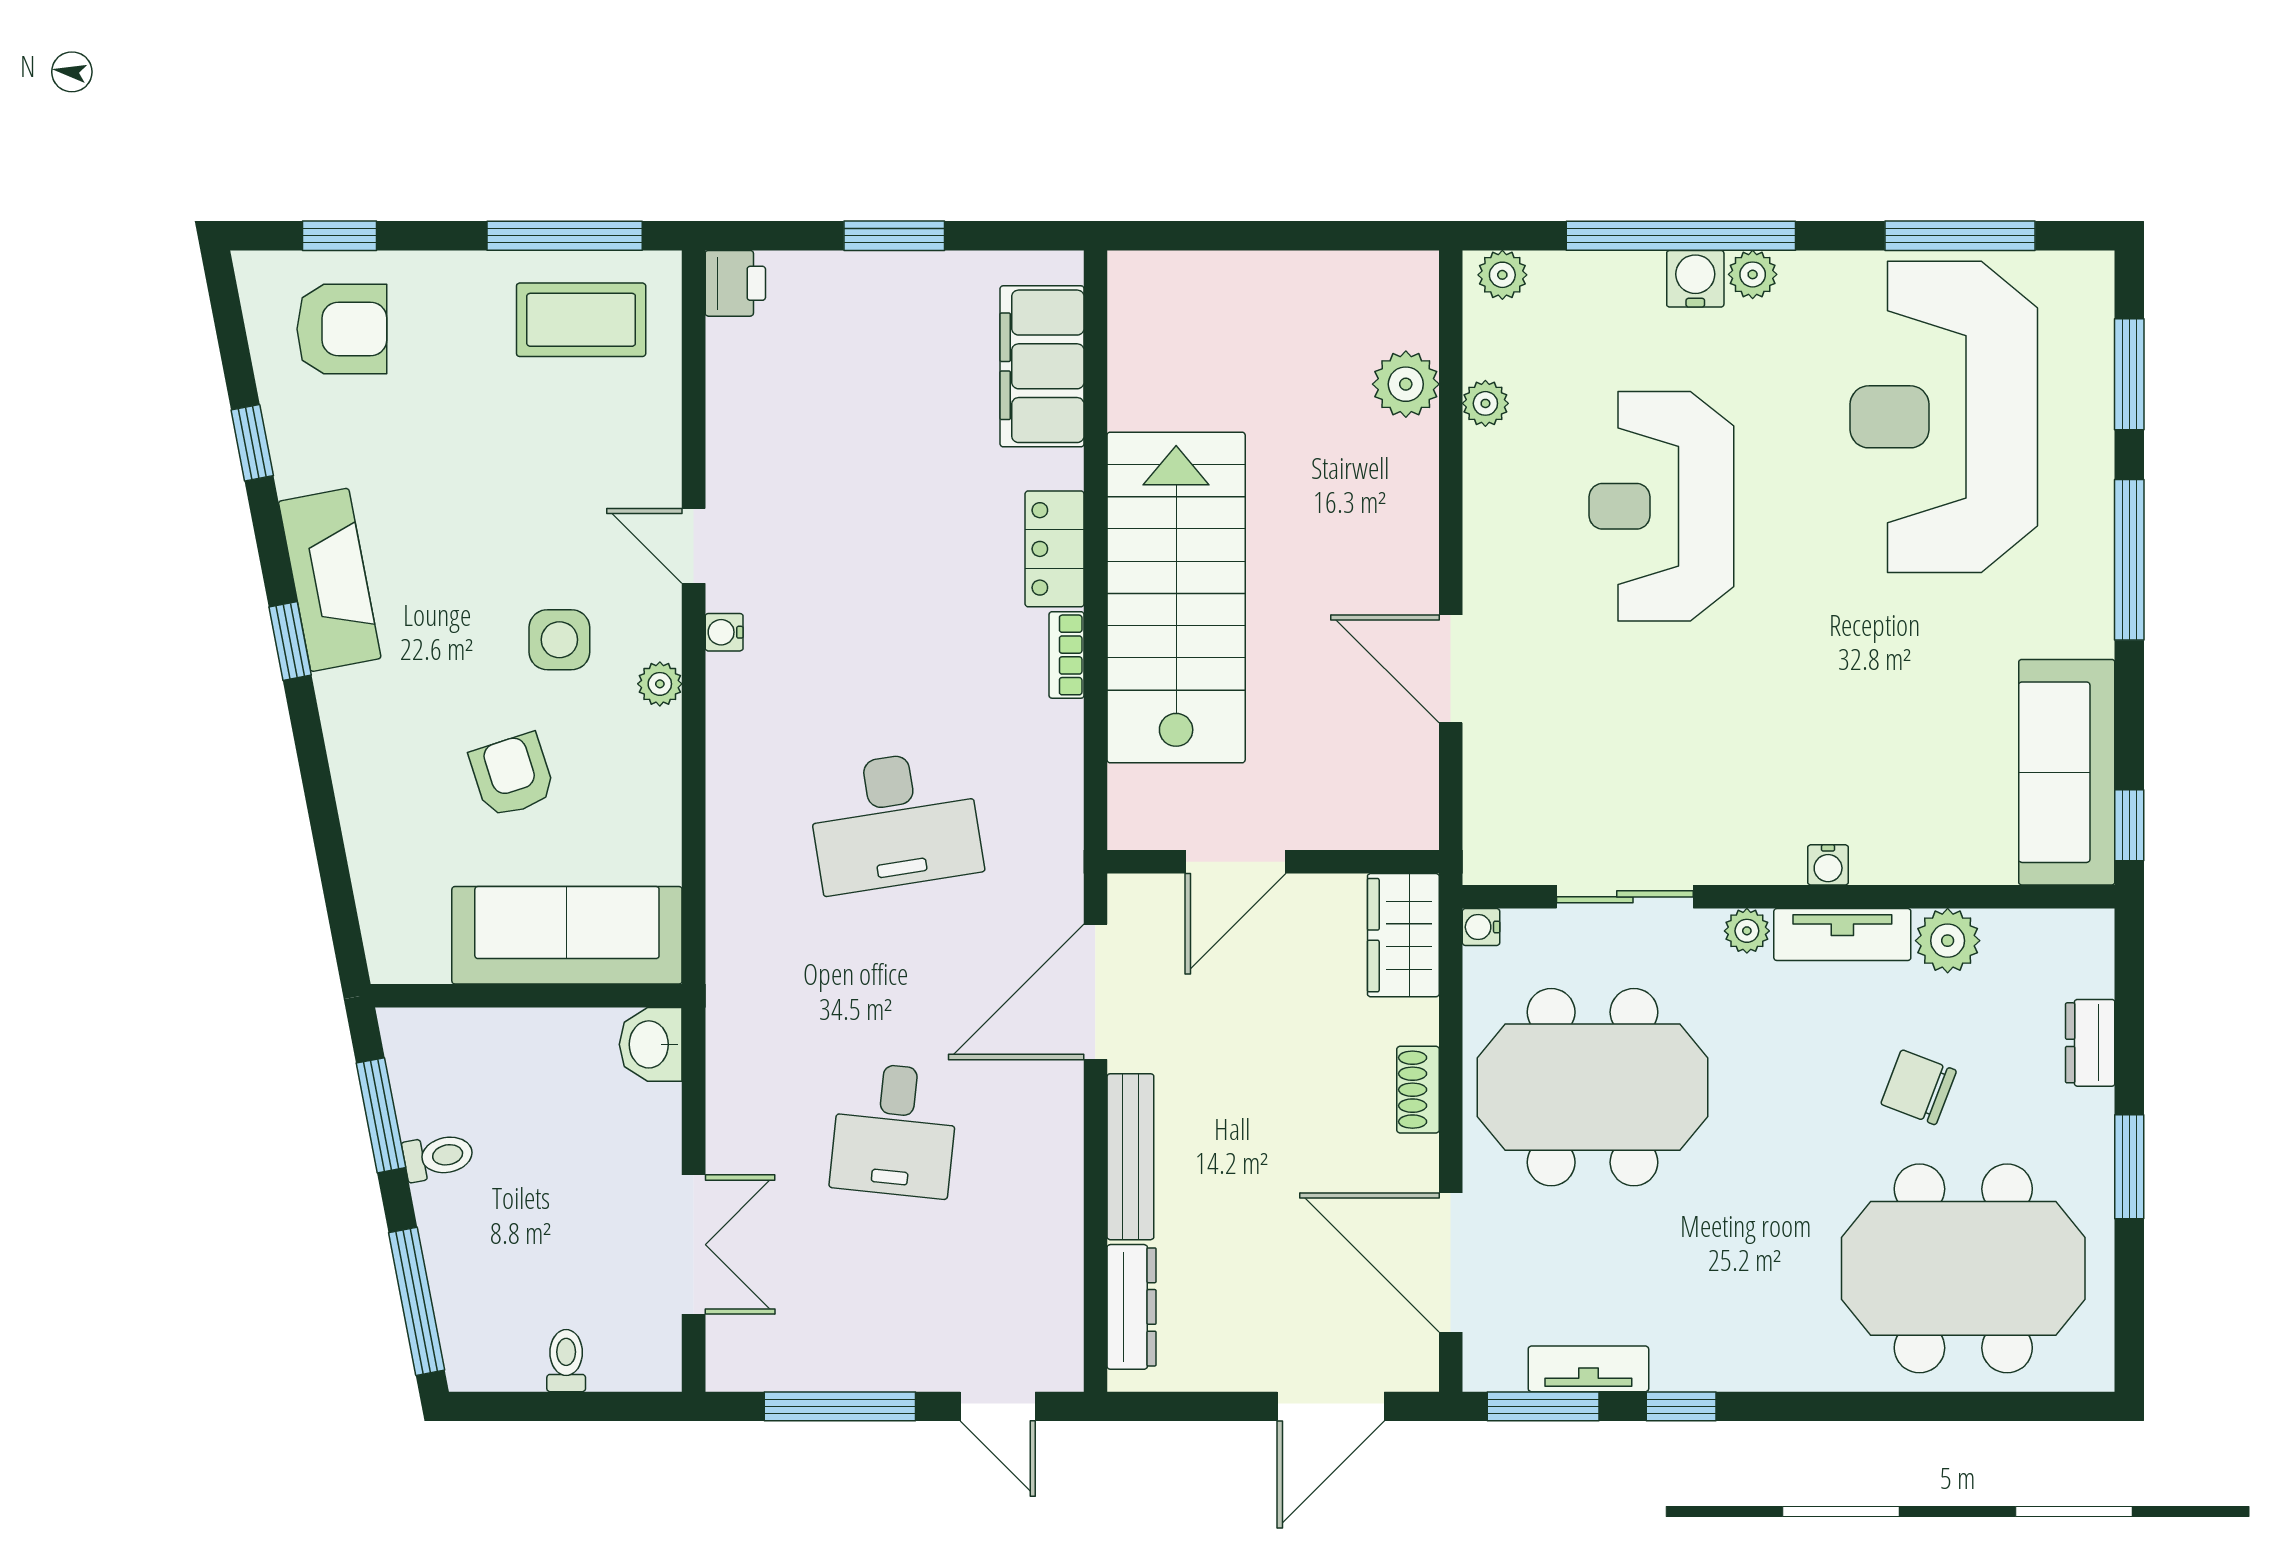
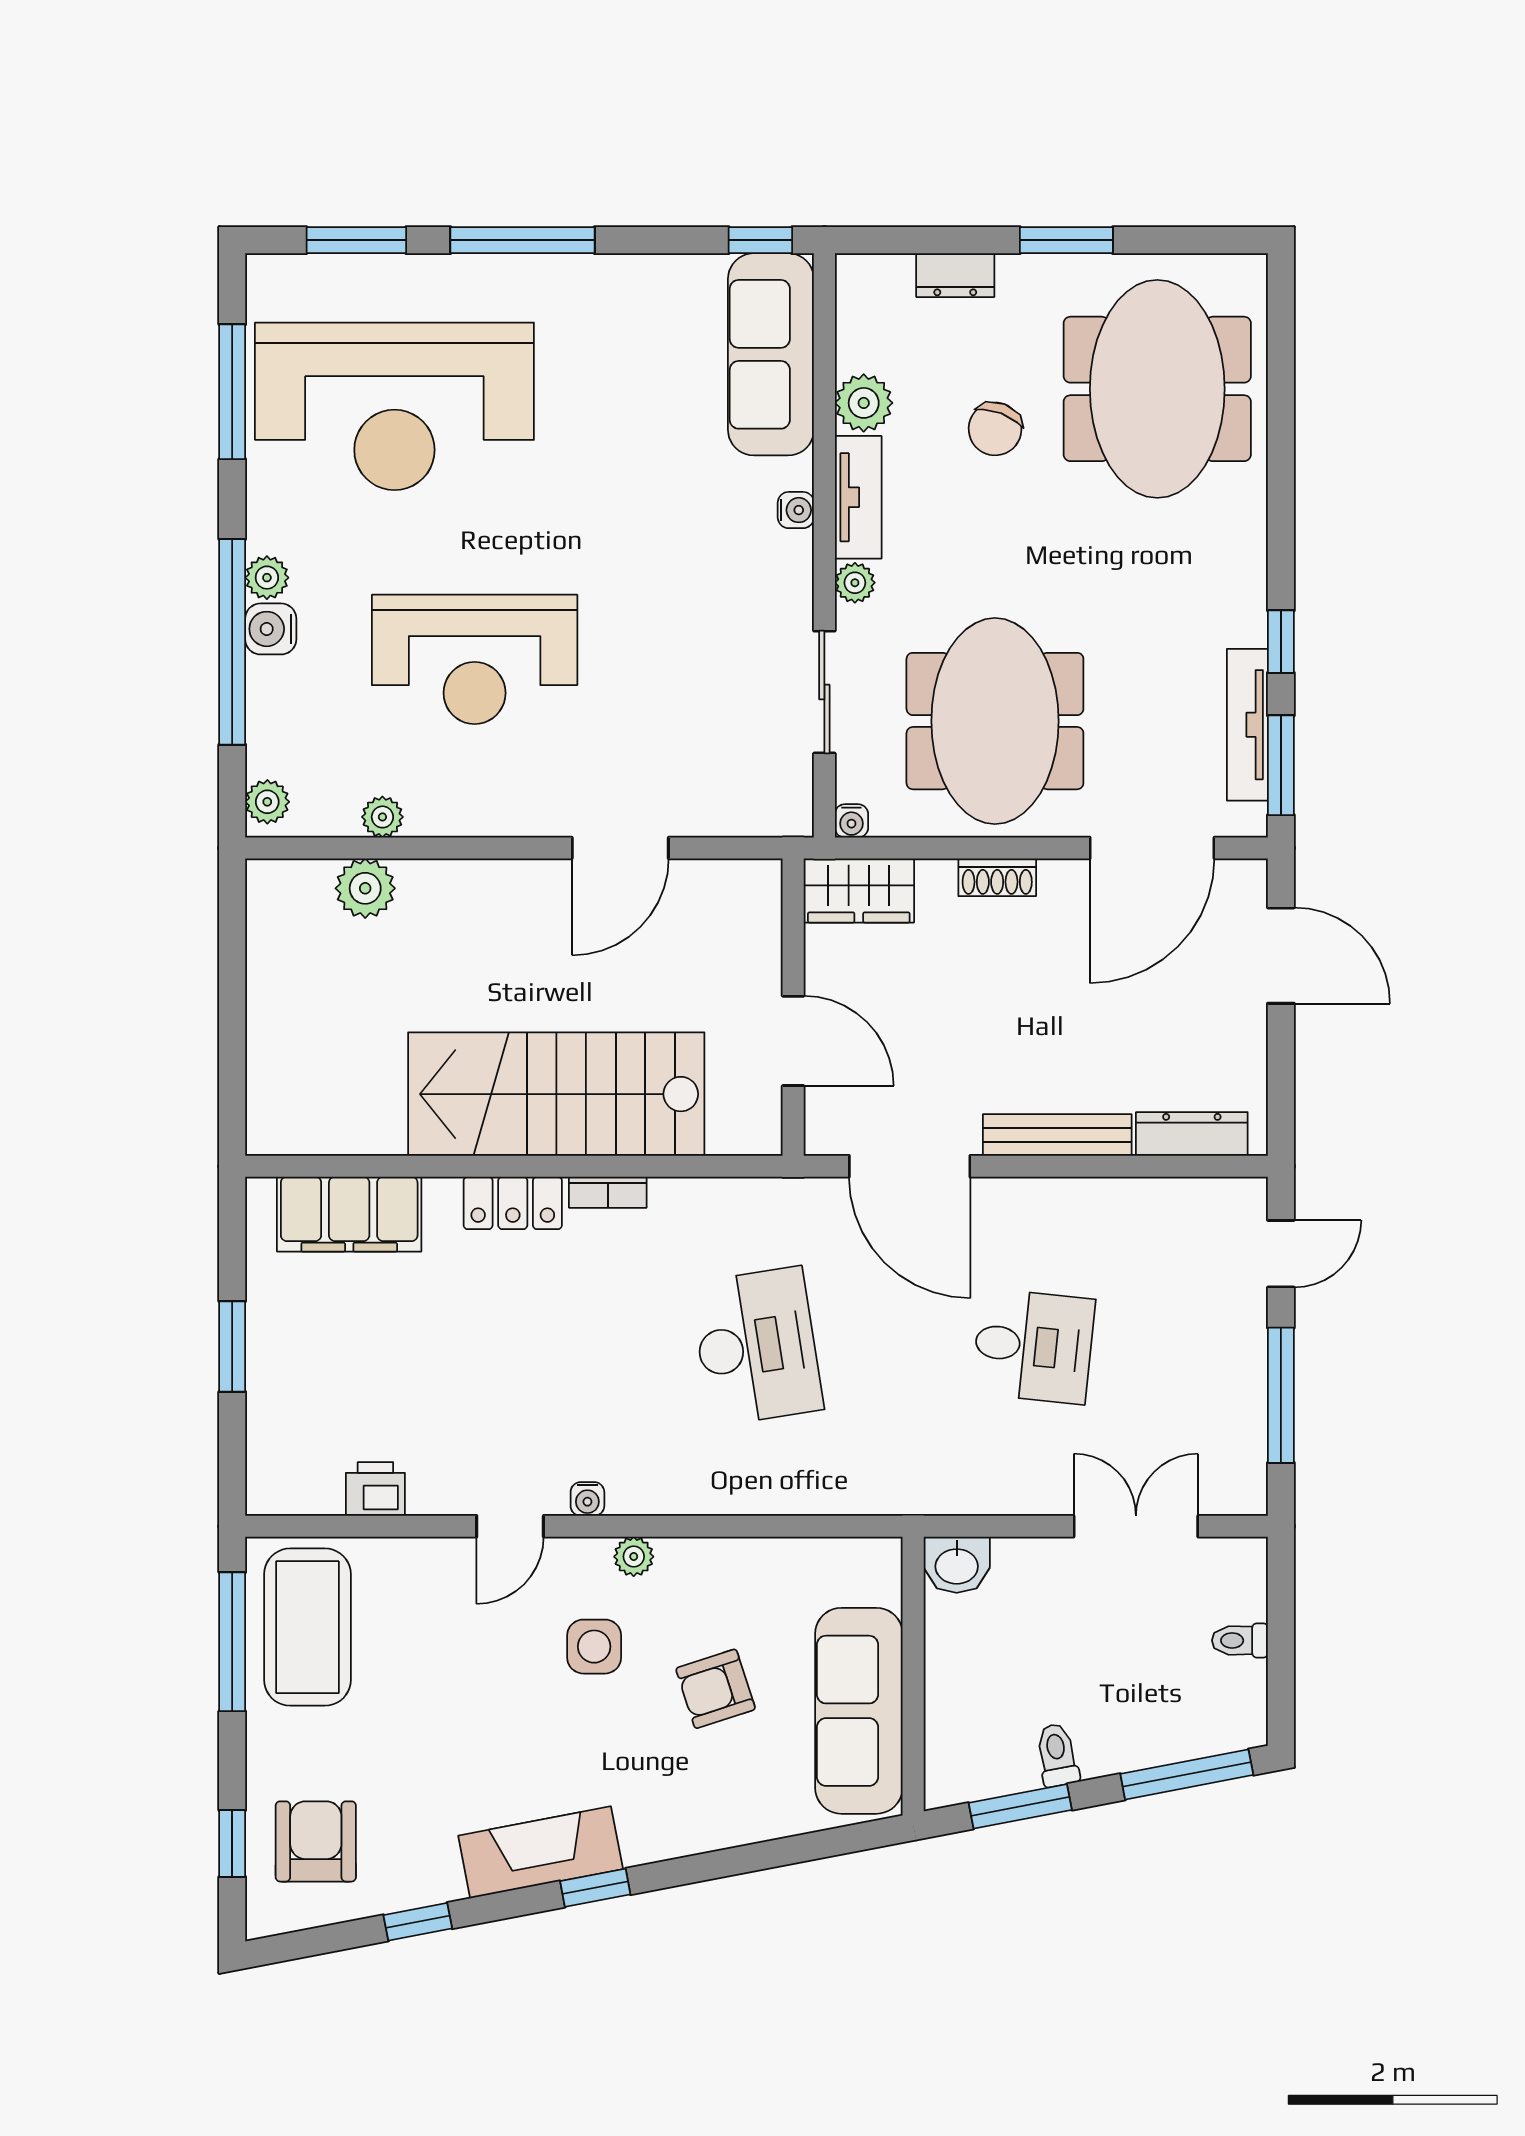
printer: (735, 283) -> (375, 1489), moved
coffee table: (581, 320) -> (308, 1627), width x1.36, depth x1.32
sofa: (2067, 772) -> (771, 354), moved, turned 90
sofa: (567, 935) -> (859, 1711), moved
tv unit: (1588, 1369) -> (1247, 725), width x1.41

